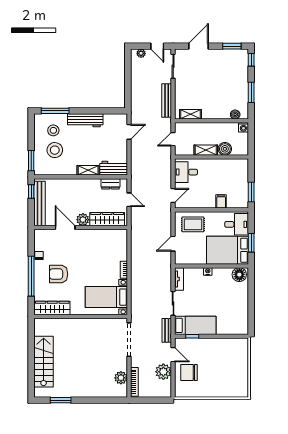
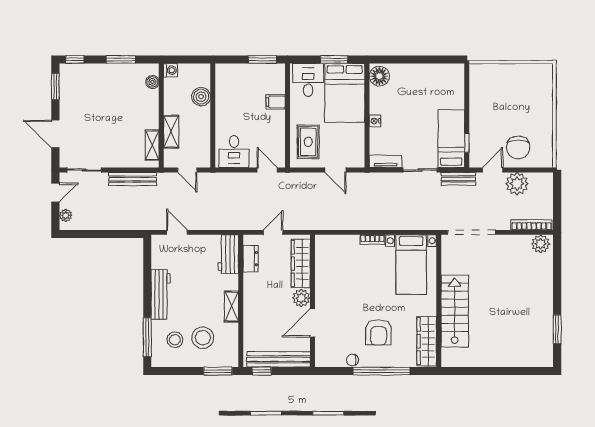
shelving: (206, 150) -> (171, 132), moved
shelving: (88, 170) -> (231, 306), moved
stairs: (44, 362) -> (455, 311), moved, turned 90
plant: (121, 378) -> (541, 244), moved

